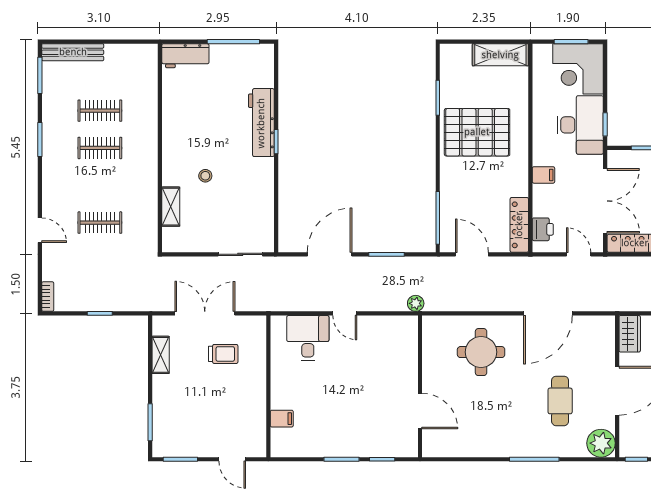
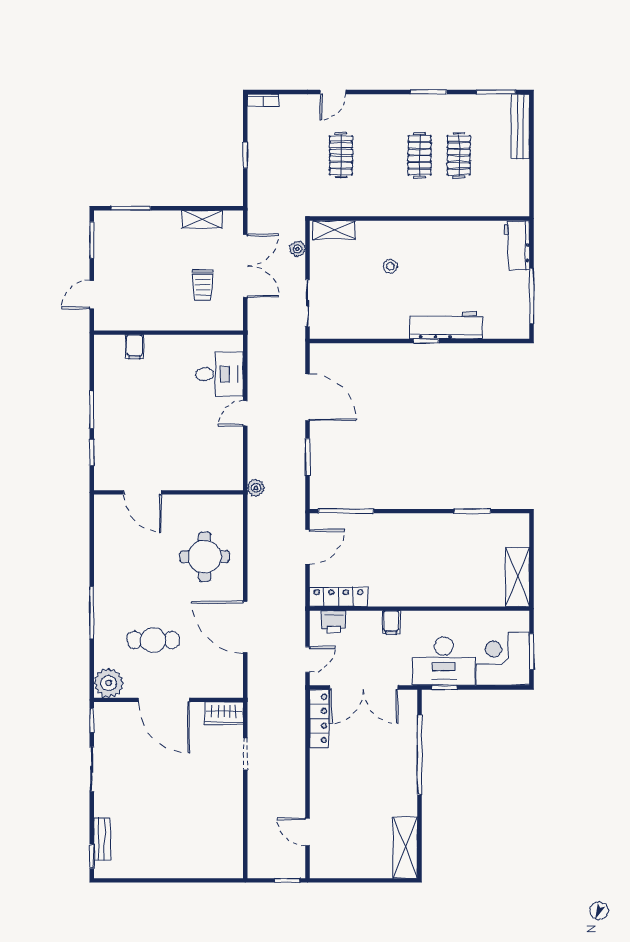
pallet: (477, 132) -> (436, 553), removed
shelving: (171, 207) -> (334, 230), moved
plant: (189, 264) -> (297, 249), added
door: (420, 411) -> (142, 492), hinge flipped

